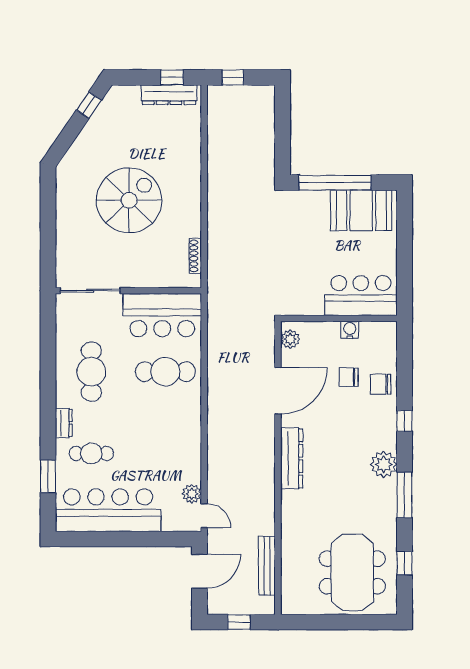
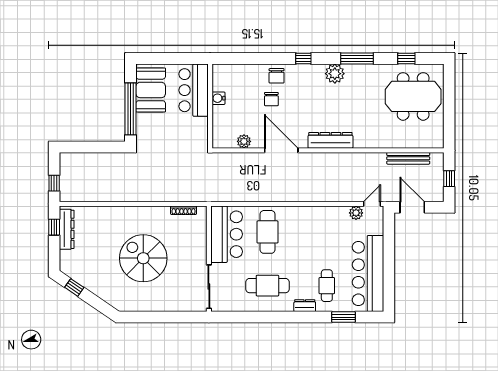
bar counter: (361, 295) -> (194, 90), moved
wall: (339, 318) -> (210, 106), moved
water cooler: (350, 330) -> (218, 98), moved

